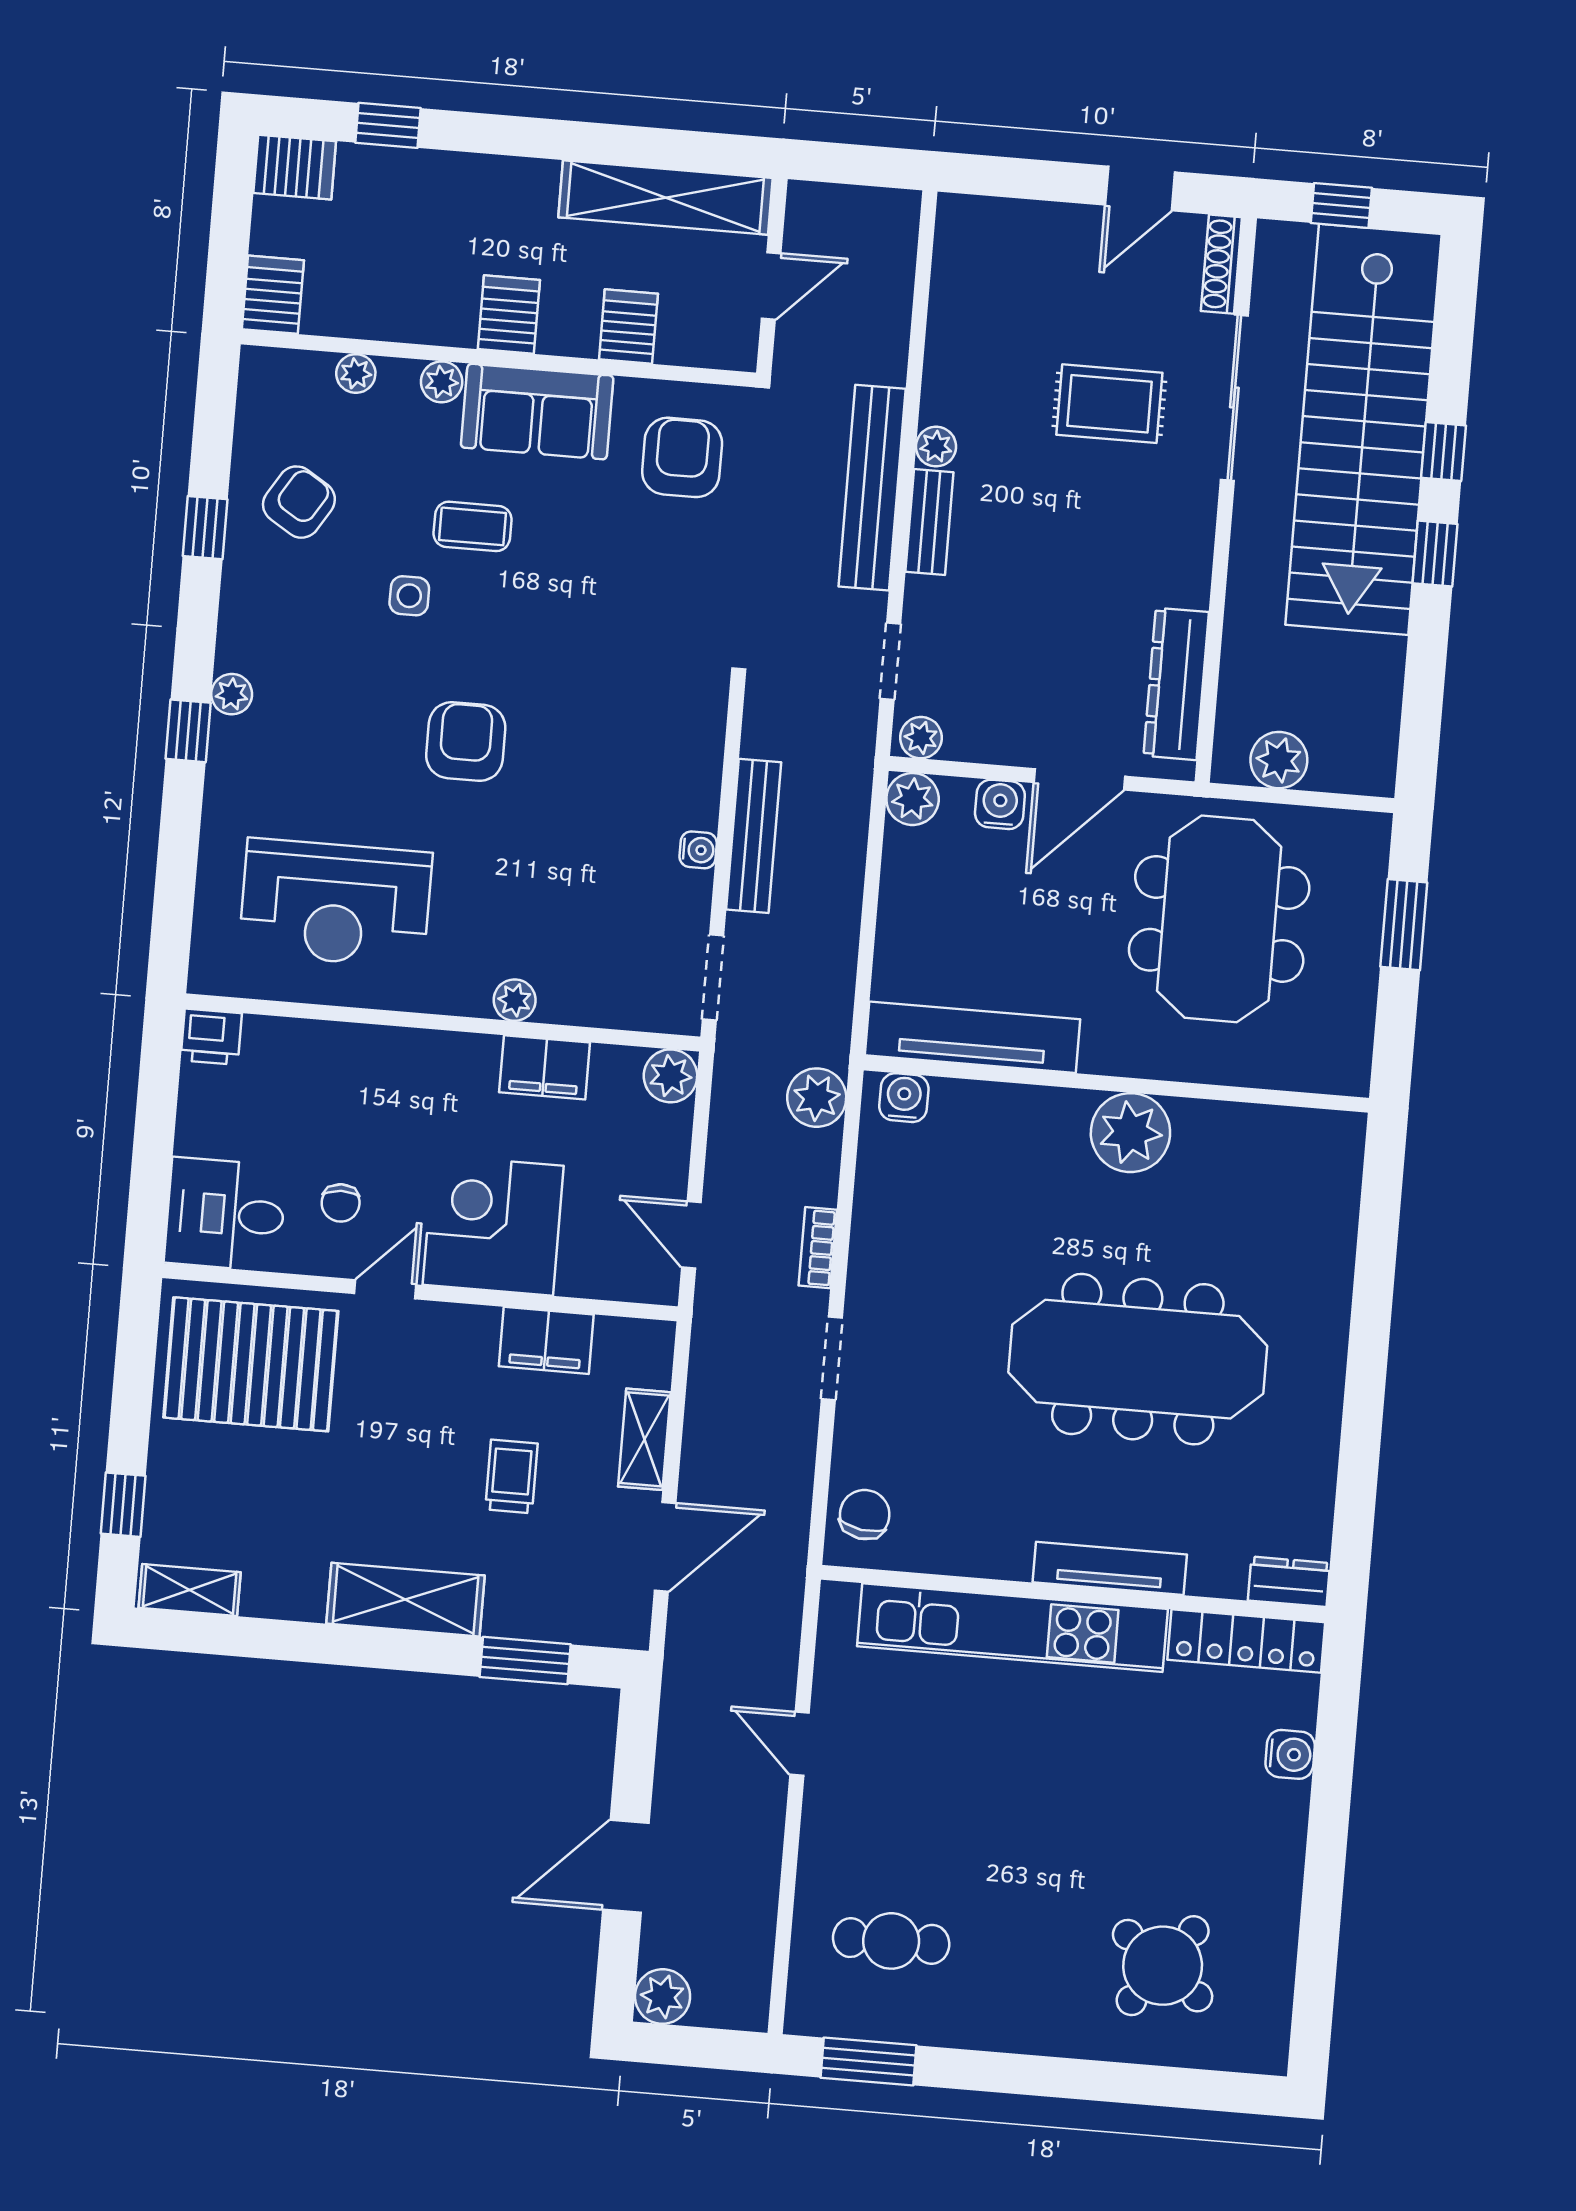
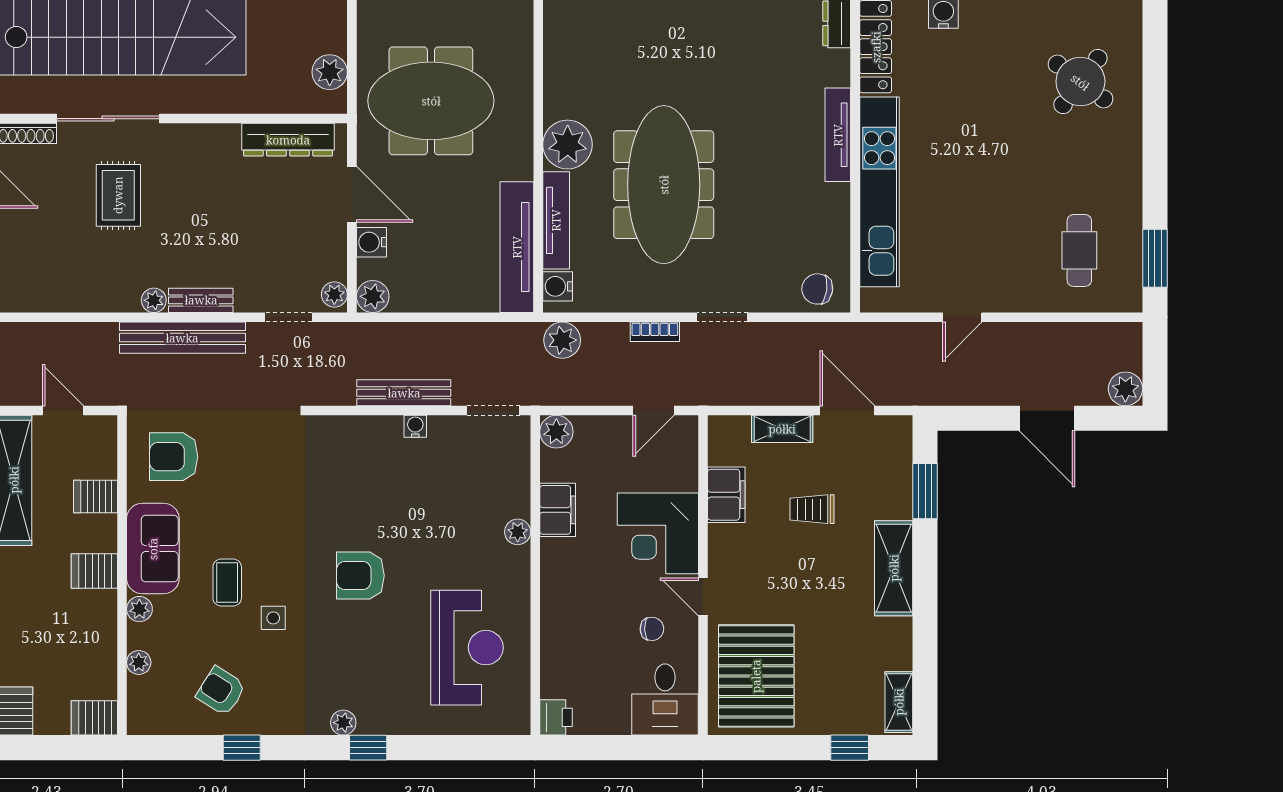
tv unit: (1010, 1104) -> (556, 220), added
meeting table: (1138, 1359) -> (664, 185), moved

